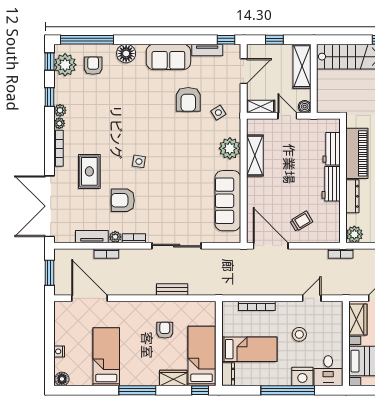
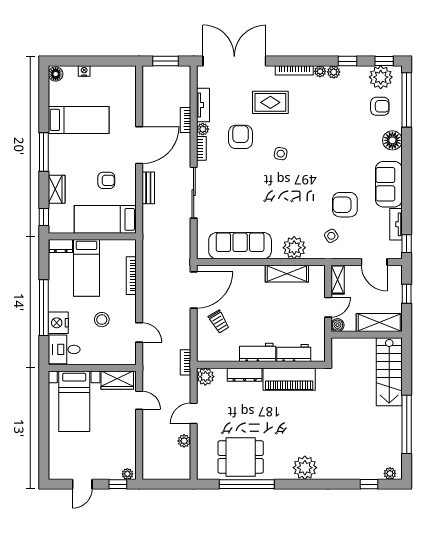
door: (89, 298) -> (139, 145), moved
bed: (202, 356) -> (105, 219), moved, turned 180

